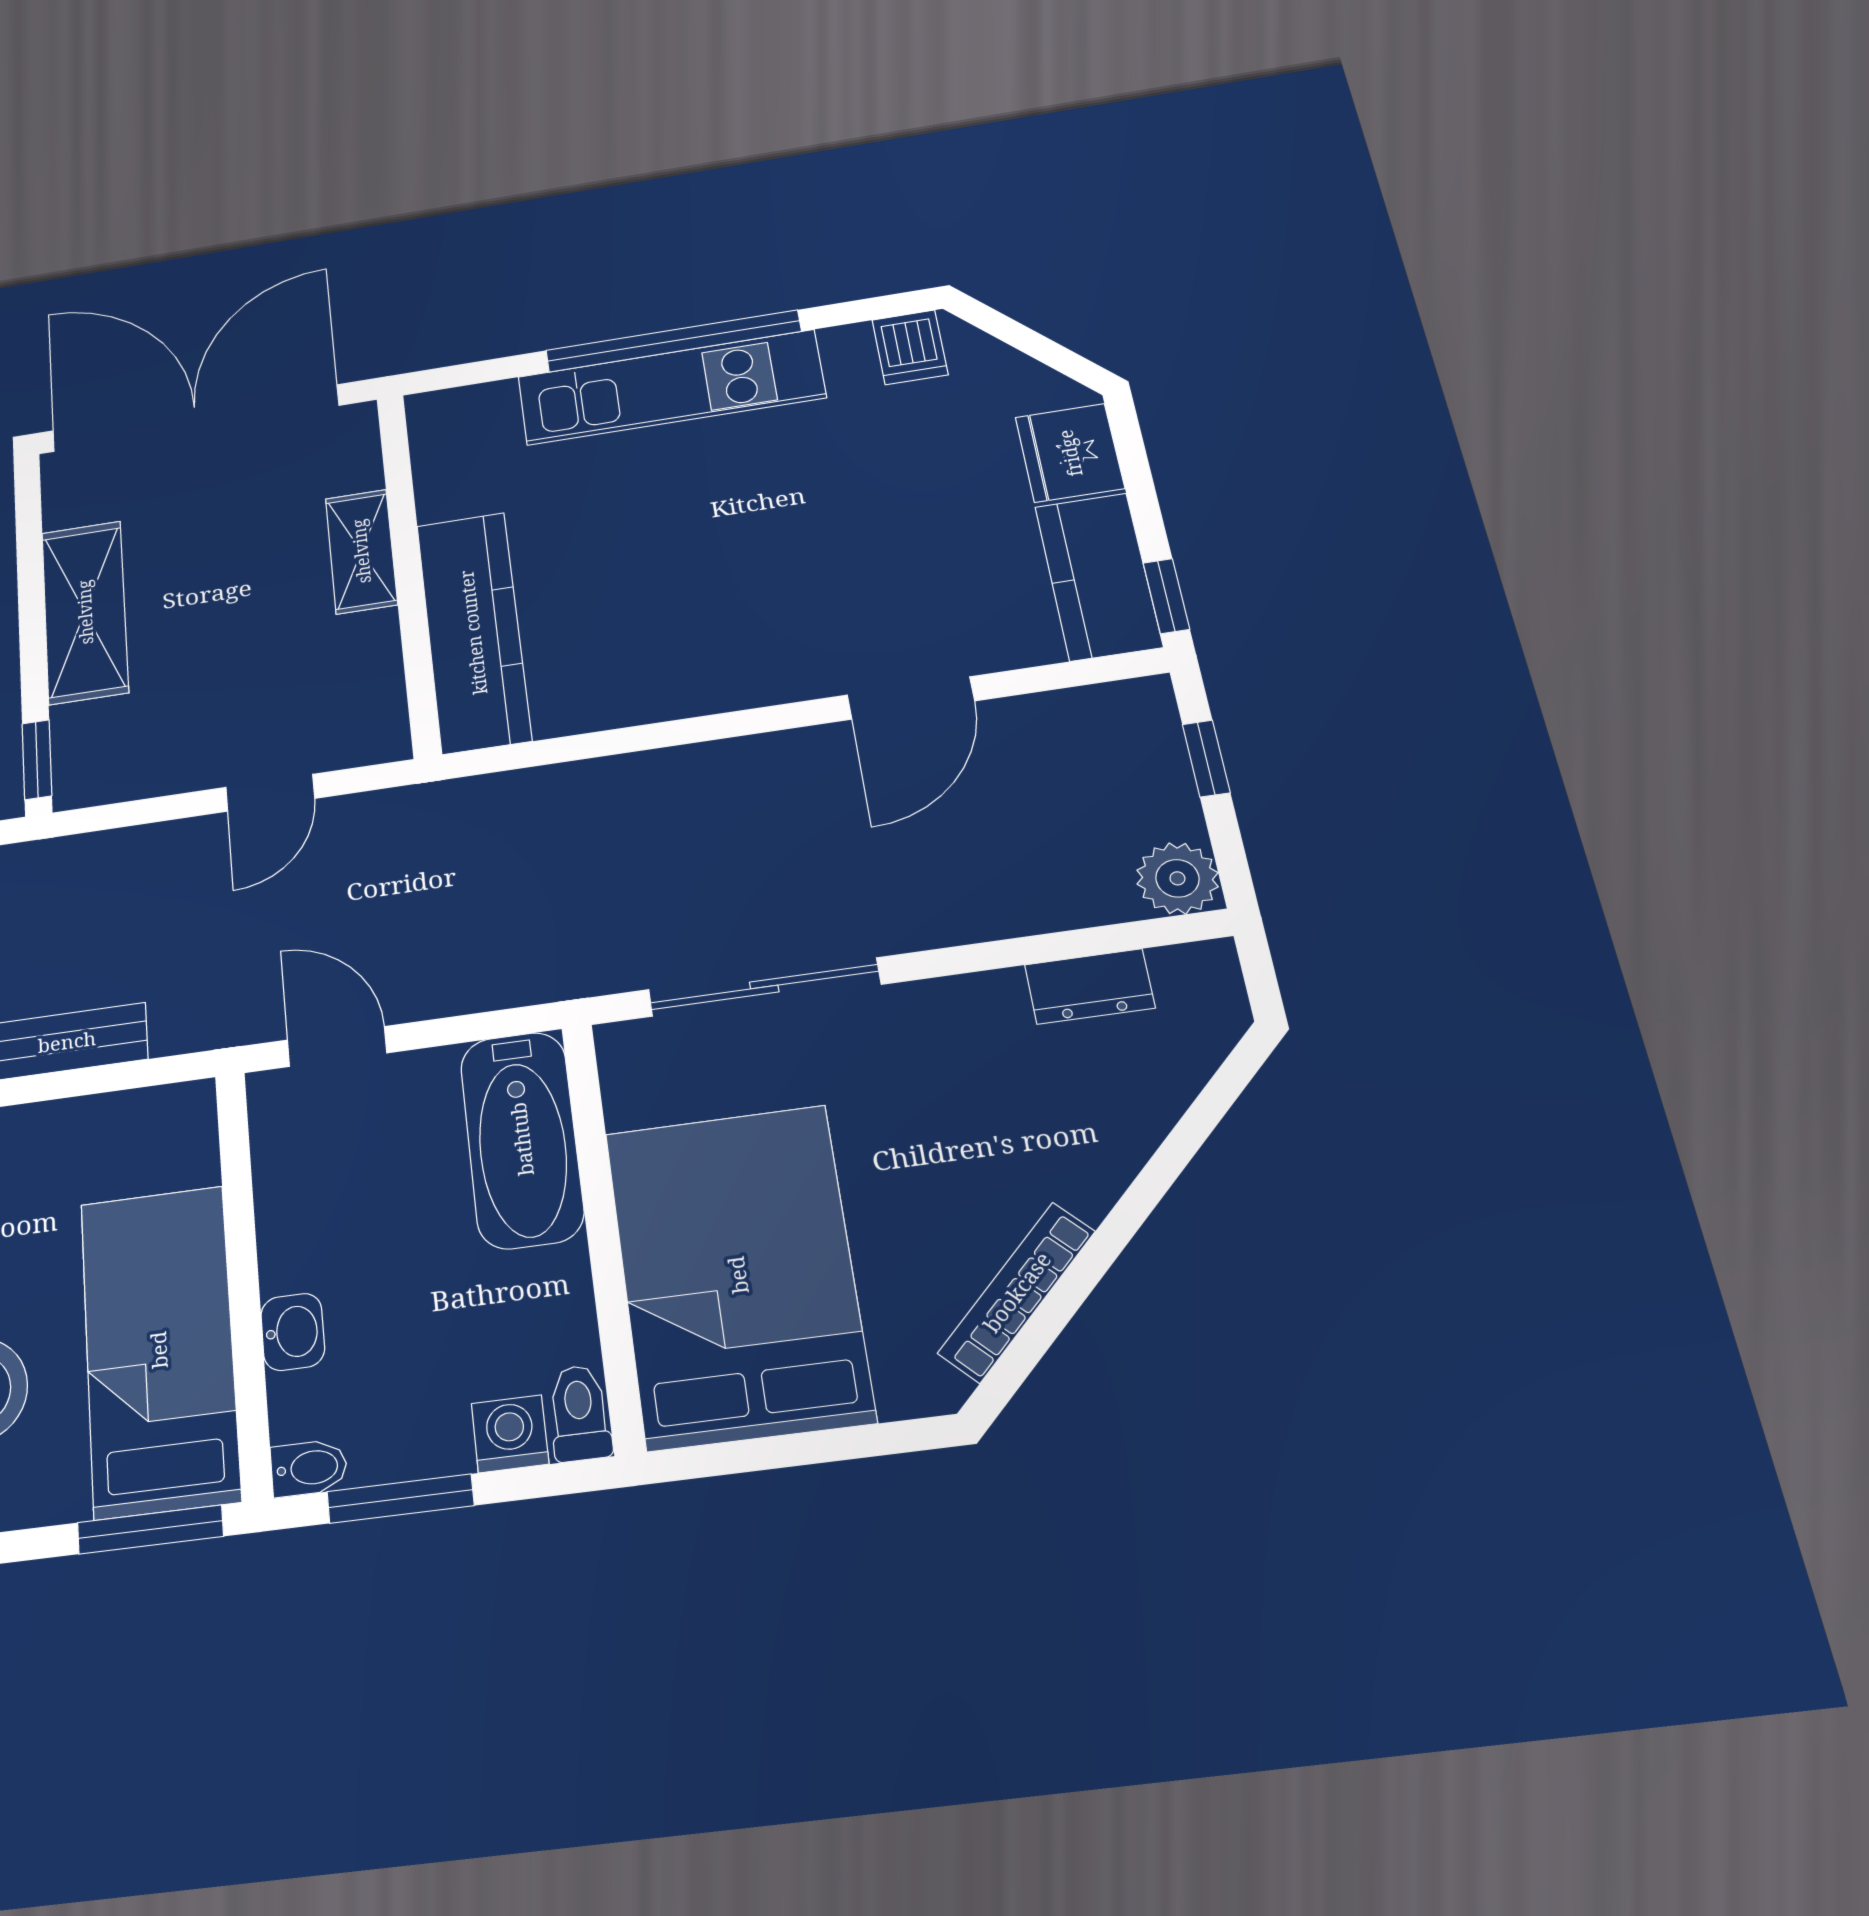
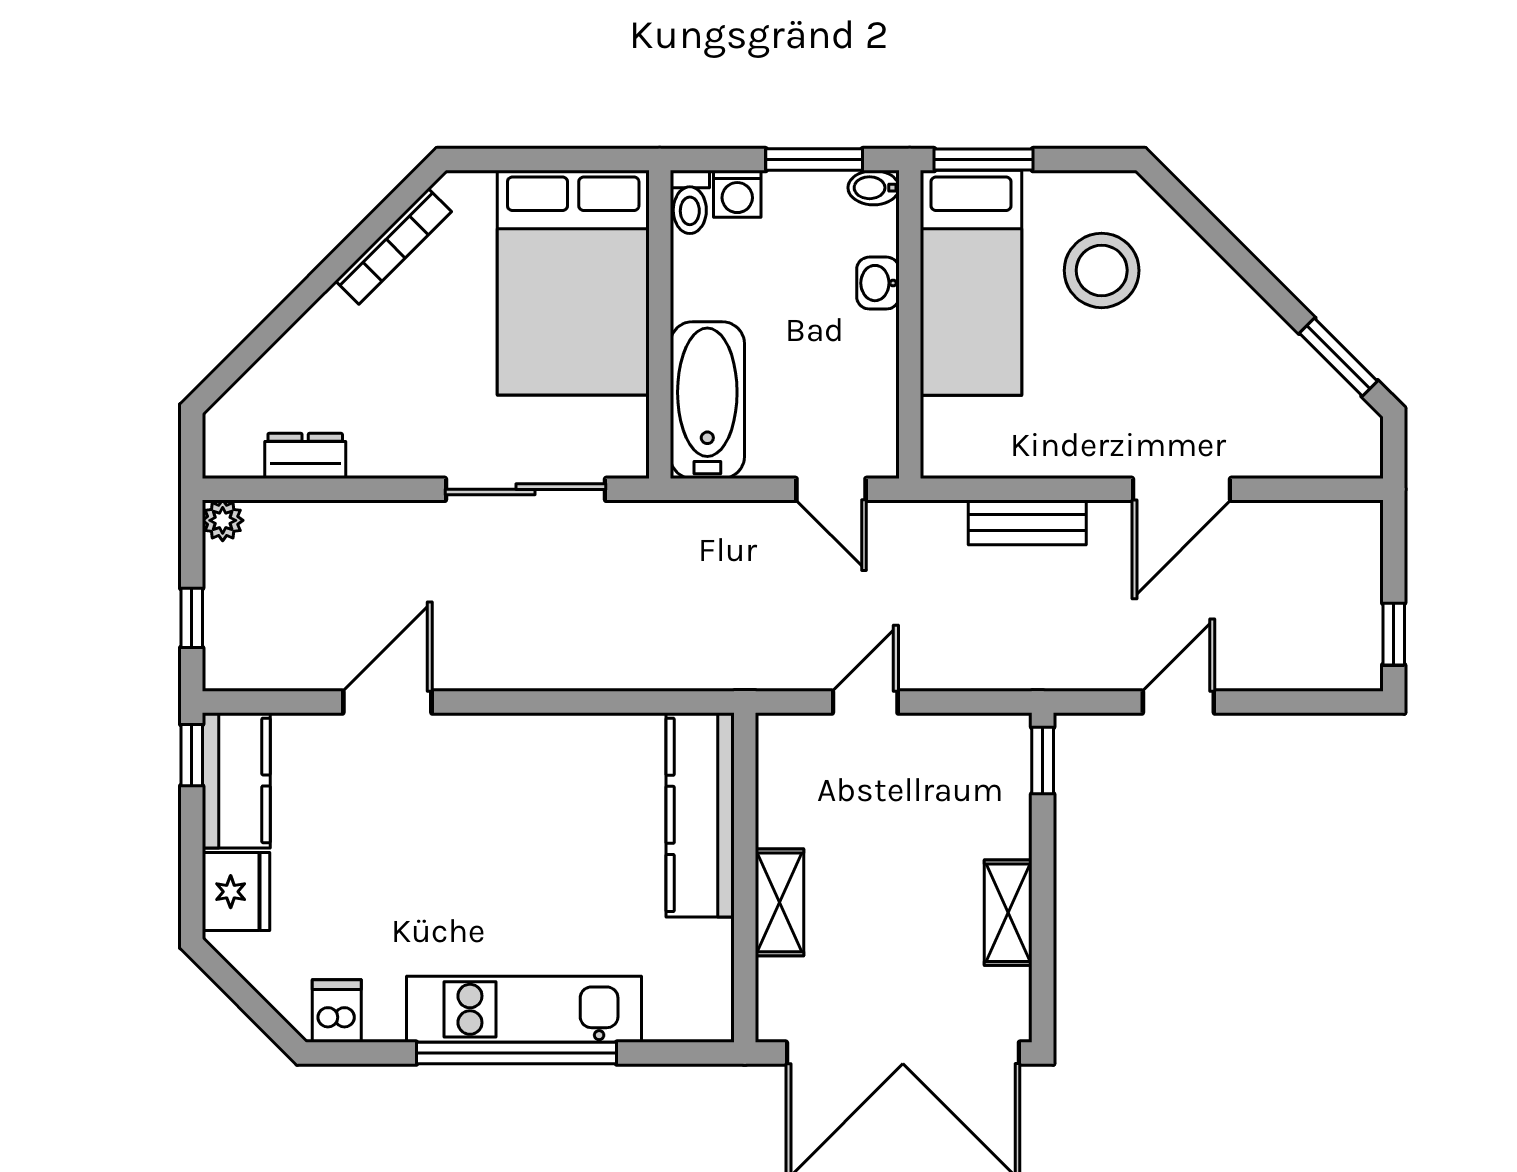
shelving: (85, 612) -> (1008, 913), width x0.67, depth x0.75
plant: (1177, 878) -> (223, 520), width x0.73, depth x0.73

